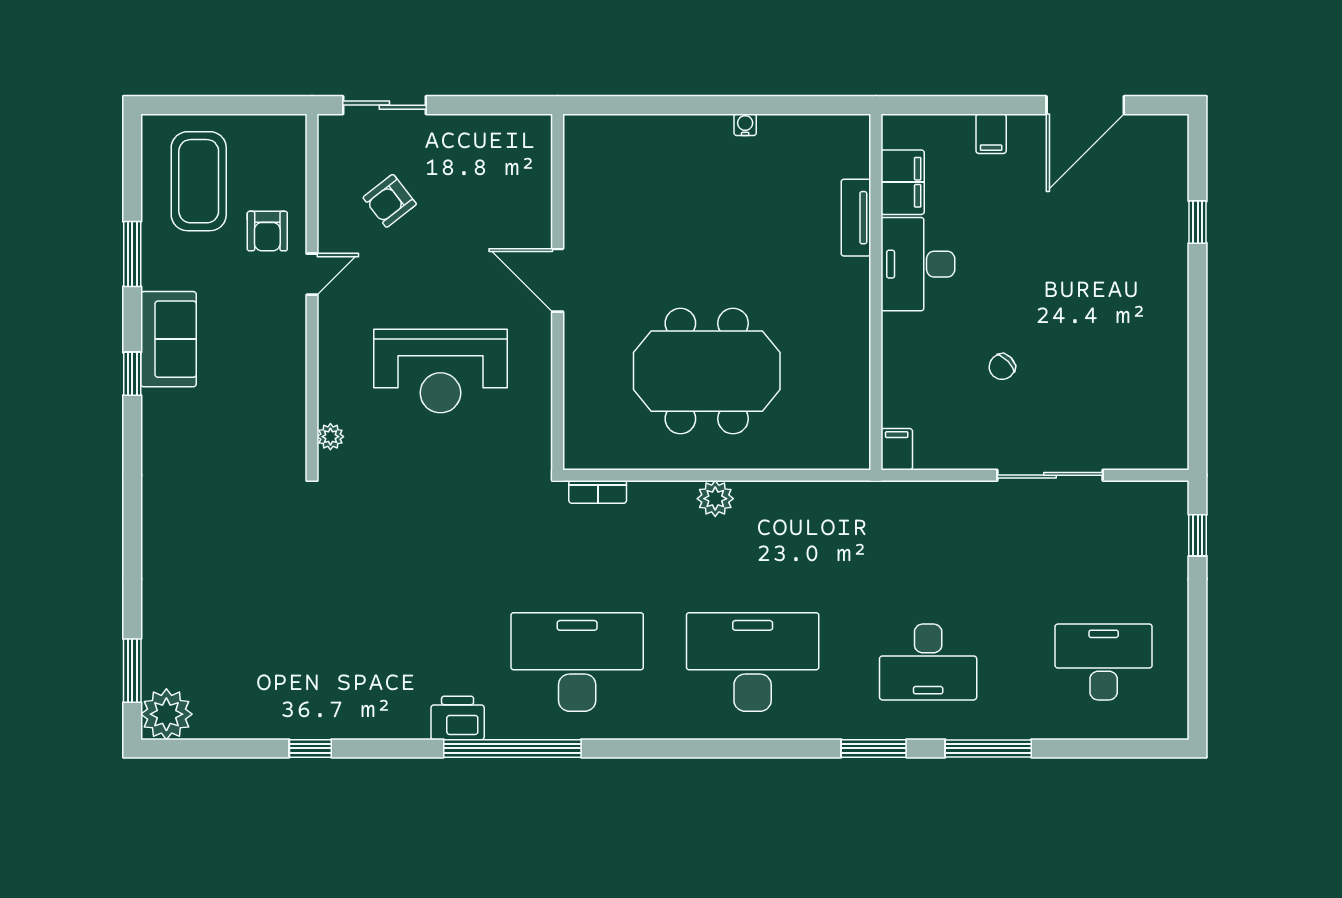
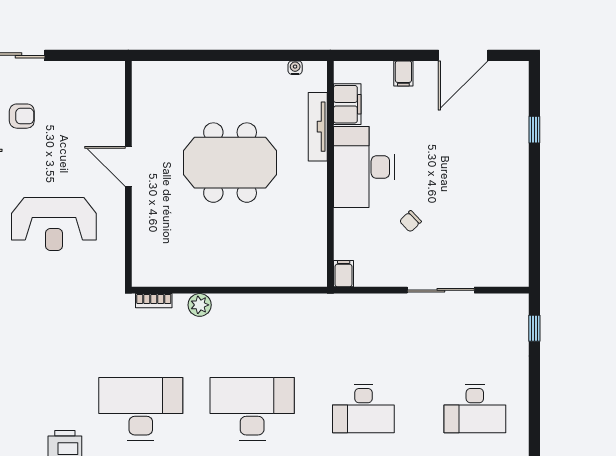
water cooler: (745, 125) -> (295, 68), moved
armchair: (390, 201) -> (22, 116), turned -142
tv unit: (856, 218) -> (318, 127), width x1.41
desk: (918, 264) -> (364, 167), width x1.36, depth x1.30
meeting table: (707, 371) -> (230, 163), moved
plant: (715, 499) -> (200, 305), moved
desk: (1104, 662) -> (475, 409), turned 180

